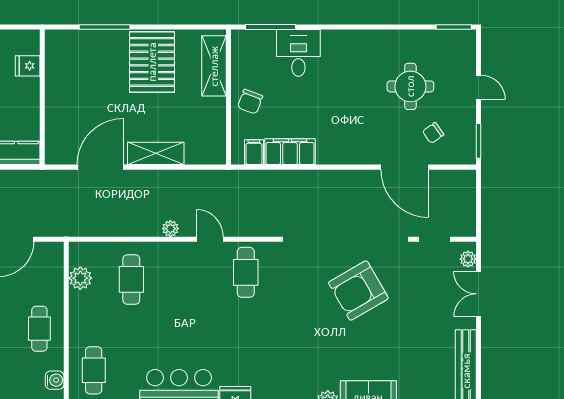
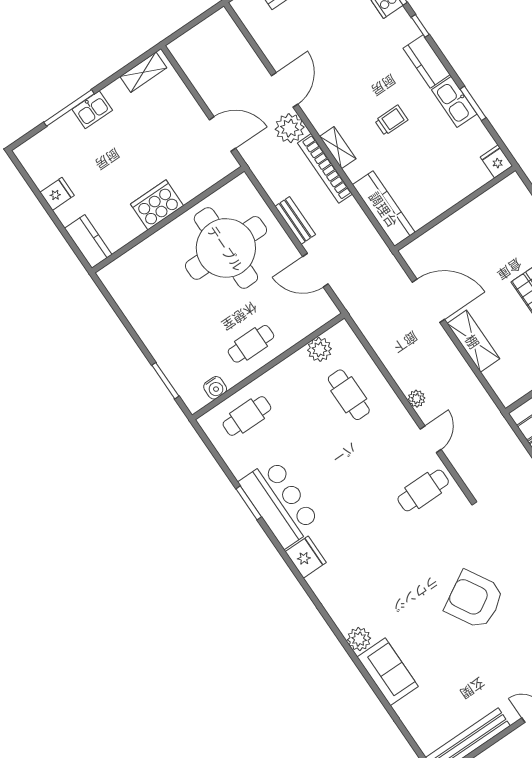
fridge: (28, 66) -> (496, 161), moved
cafe table: (131, 279) -> (349, 395), turned 90

